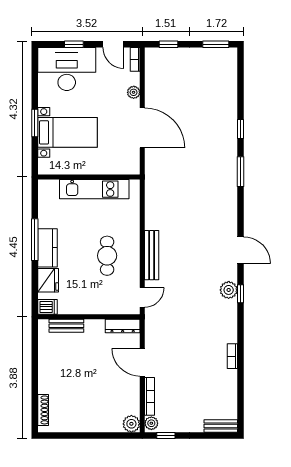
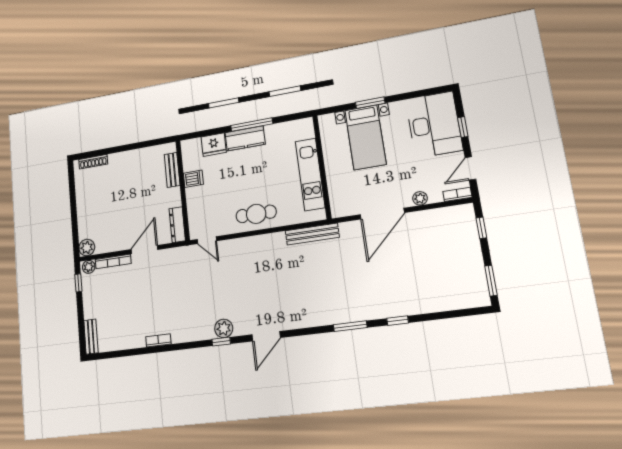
bench: (152, 255) -> (312, 234), moved
cafe table: (107, 256) -> (256, 214), moved
dishwasher: (47, 307) -> (193, 179), moved, turned -90

